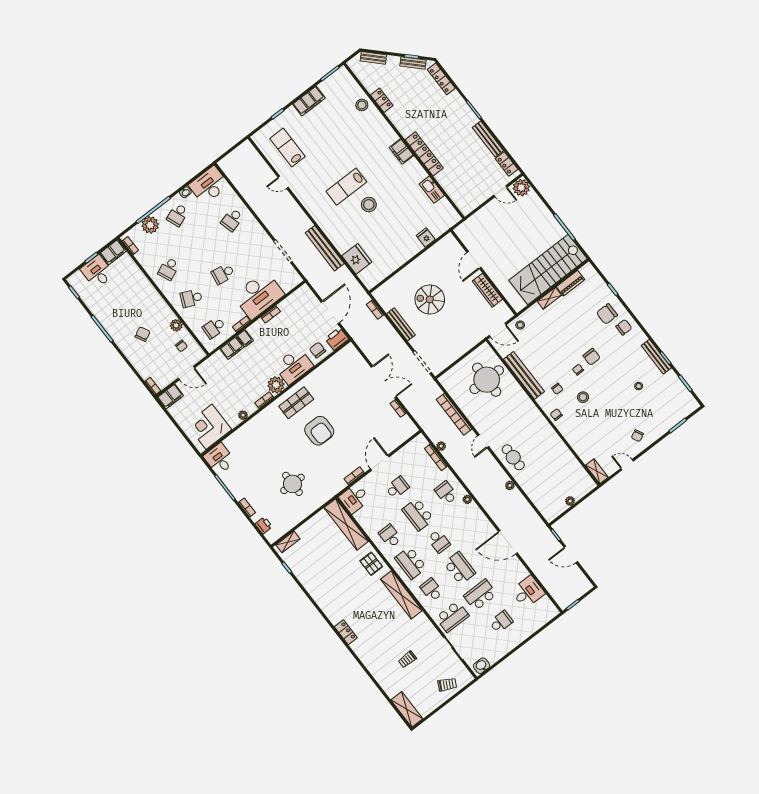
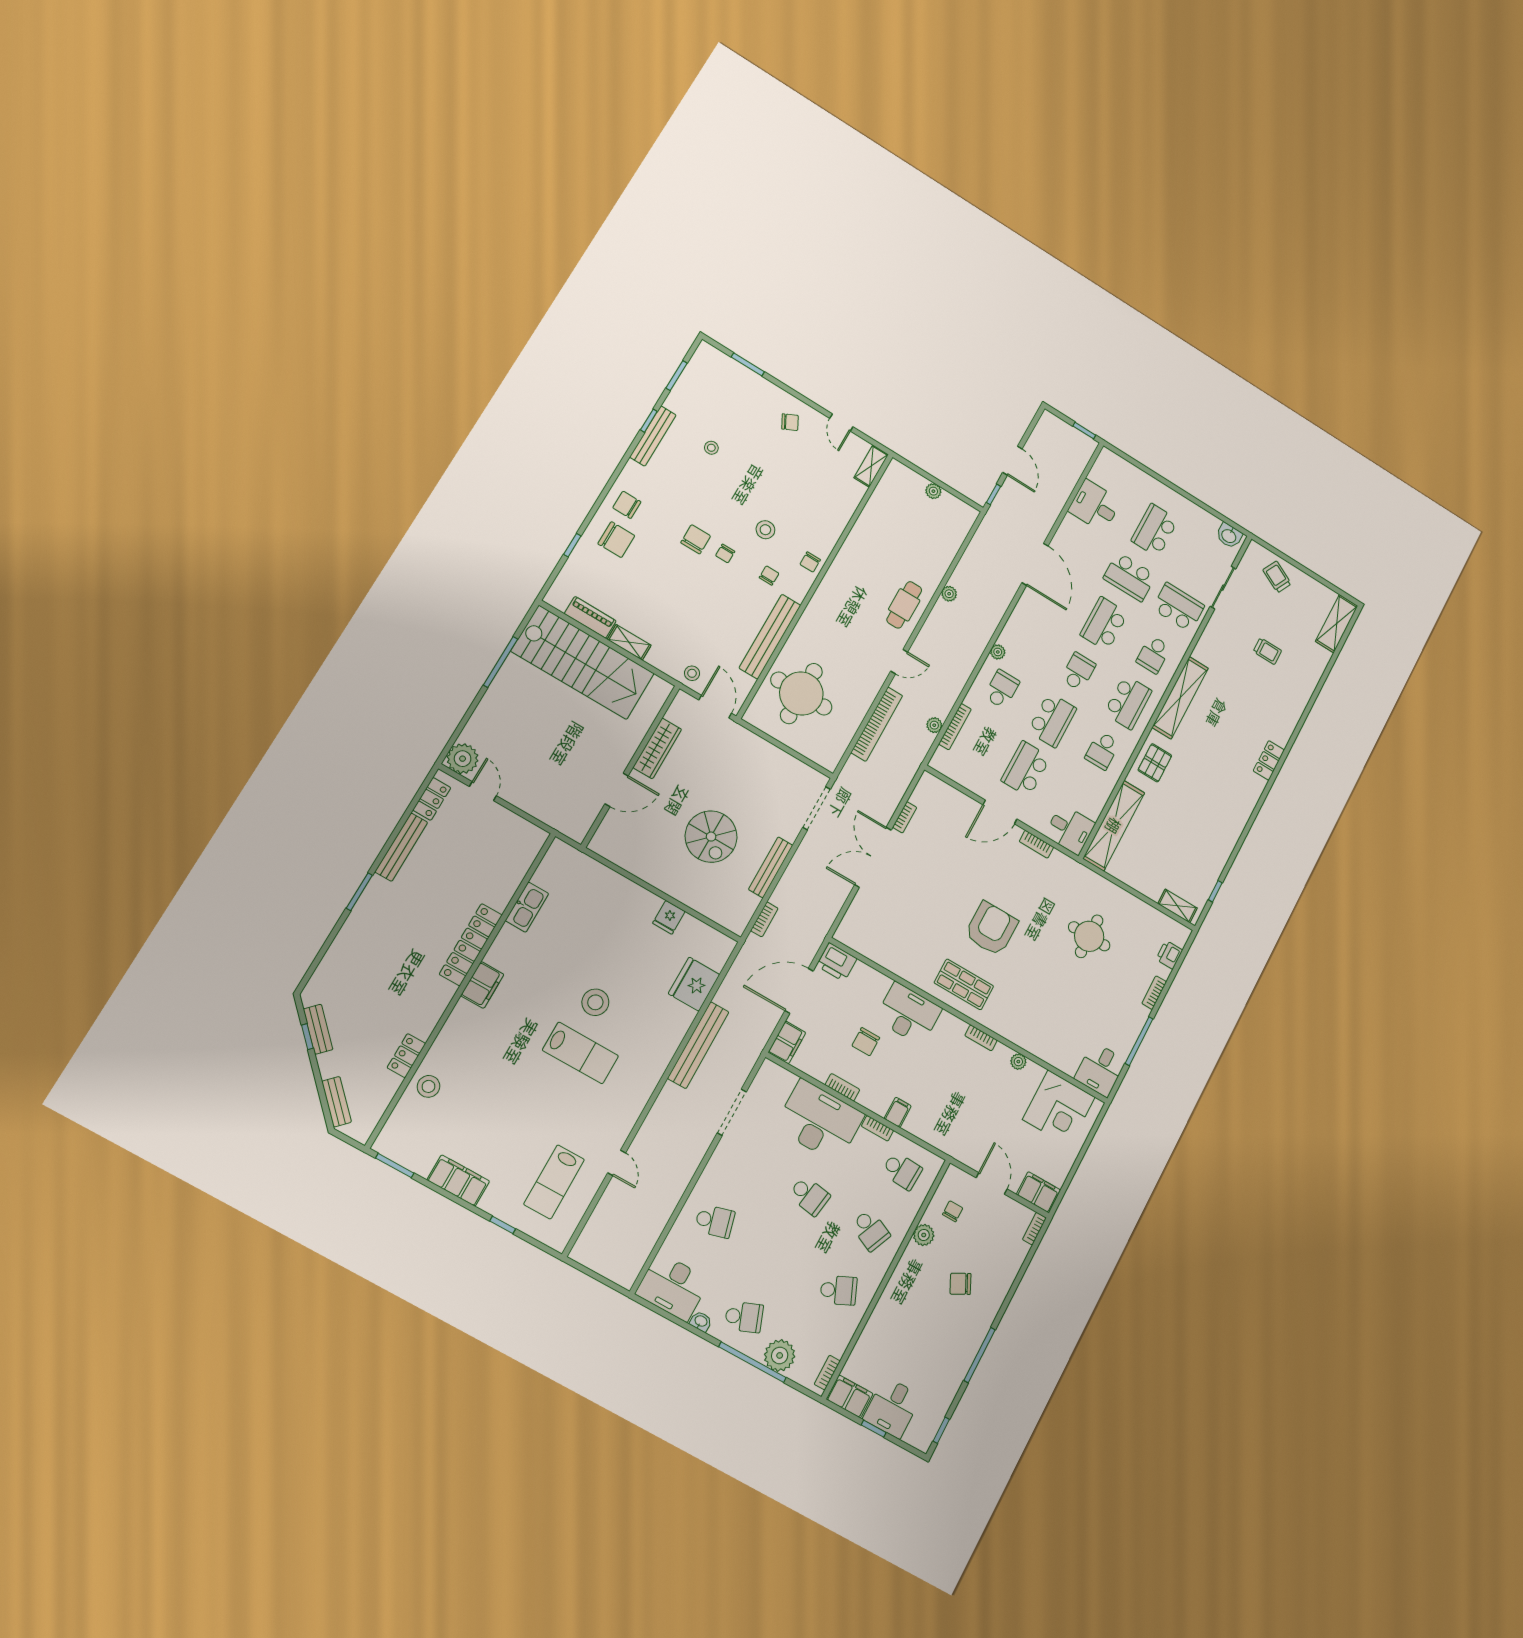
locker: (441, 79) -> (327, 969), removed
fridge: (426, 238) -> (669, 917), moved
filing cabinet: (232, 348) -> (787, 1042), moved, turned 90
chair: (317, 350) -> (866, 1042), moved
plant: (276, 385) -> (950, 1029), removed
school desk: (397, 488) -> (1026, 769), width x1.85
school desk: (446, 493) -> (1002, 689), turned 180
school desk: (501, 622) -> (1155, 530), width x1.85

